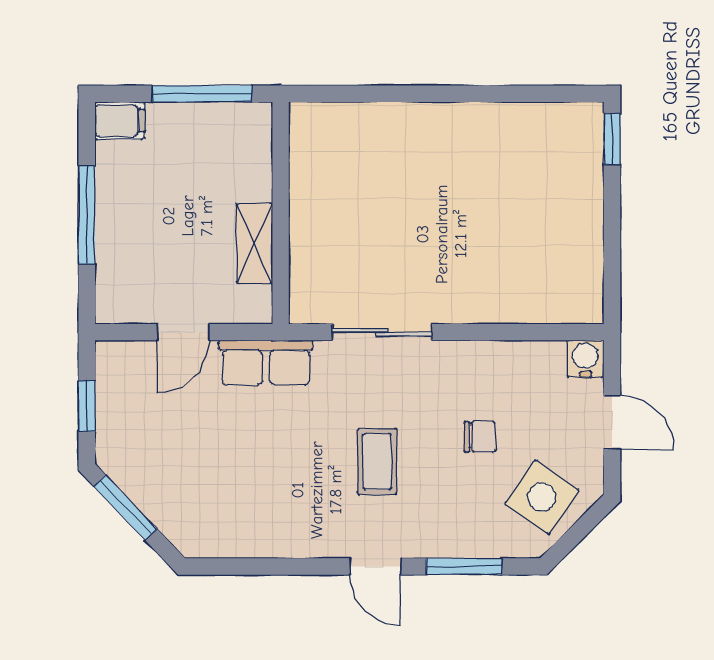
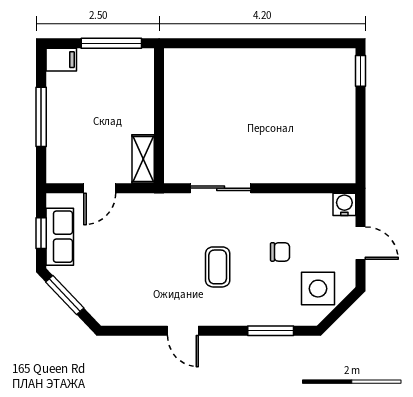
shelving: (255, 243) -> (143, 159), moved
row of seats: (266, 363) -> (60, 237), moved, turned -90
side table: (542, 497) -> (318, 289), turned -35
door: (375, 566) -> (183, 331), moved

